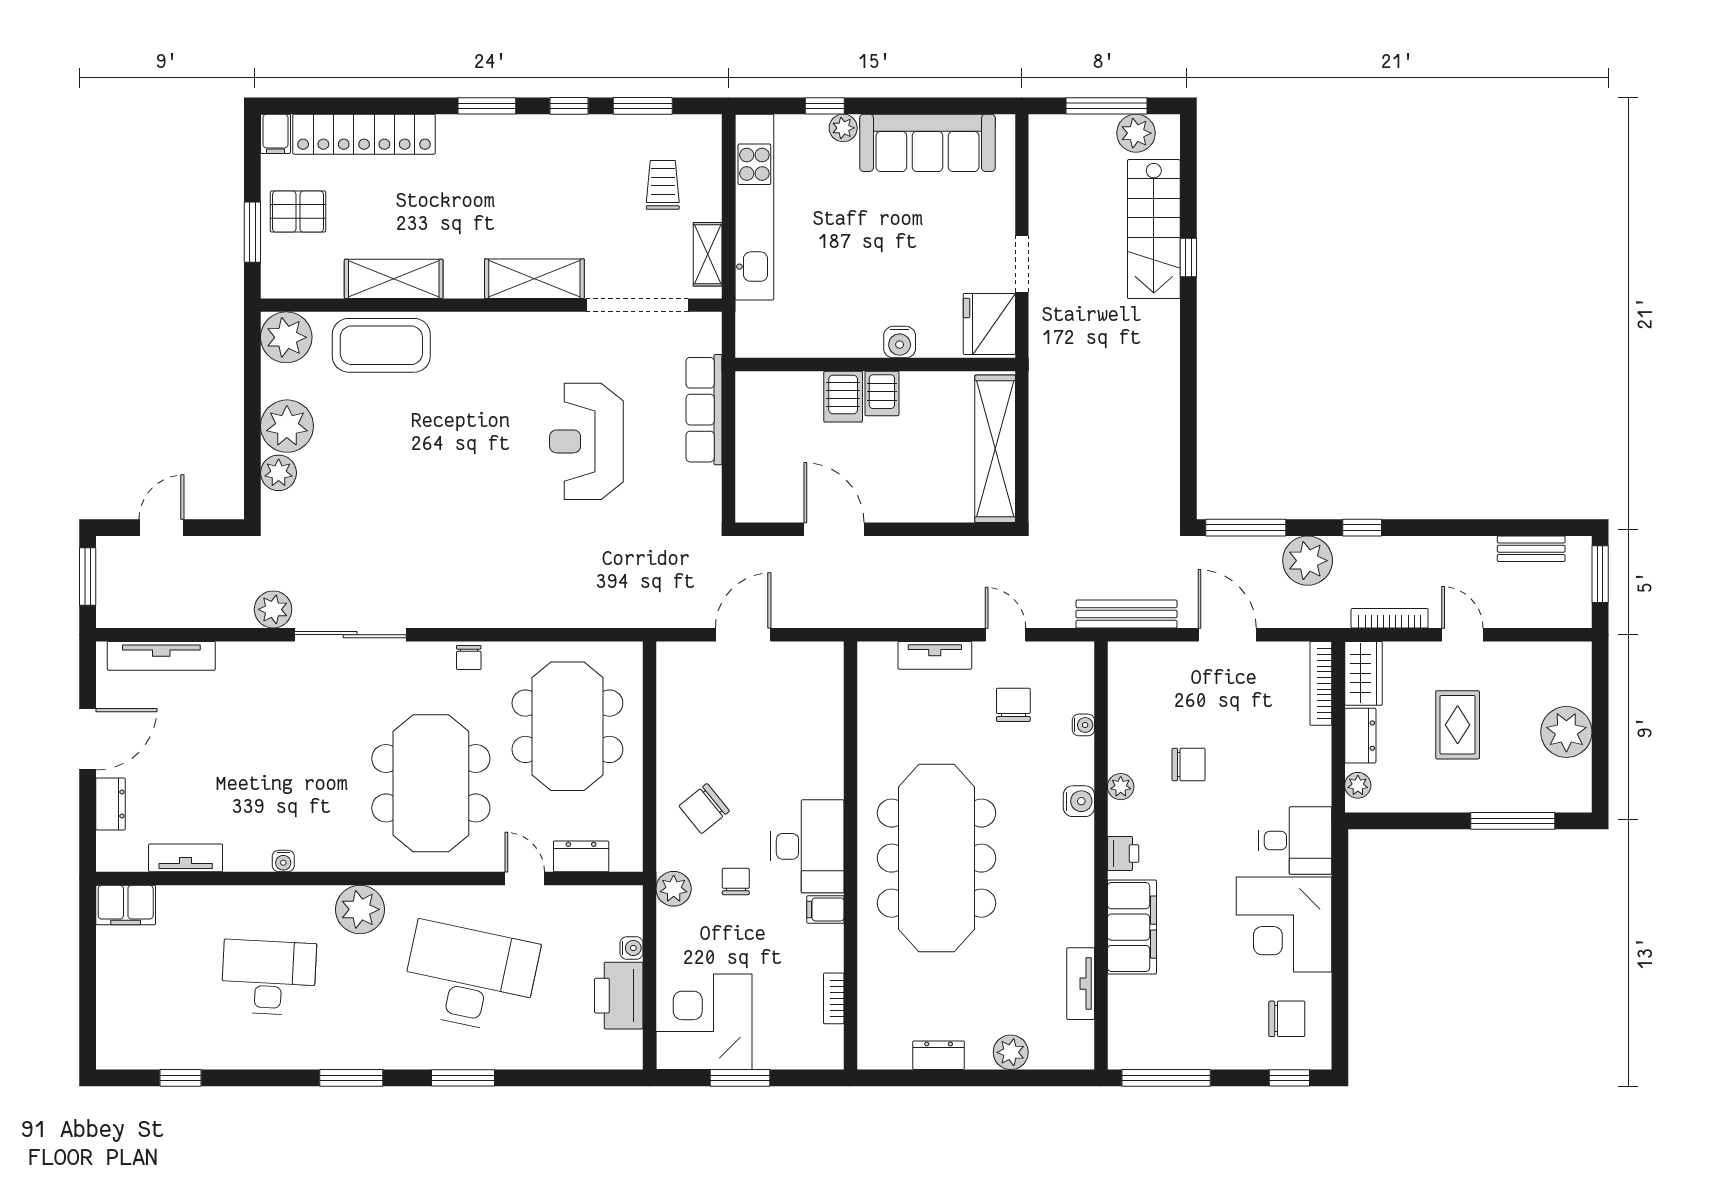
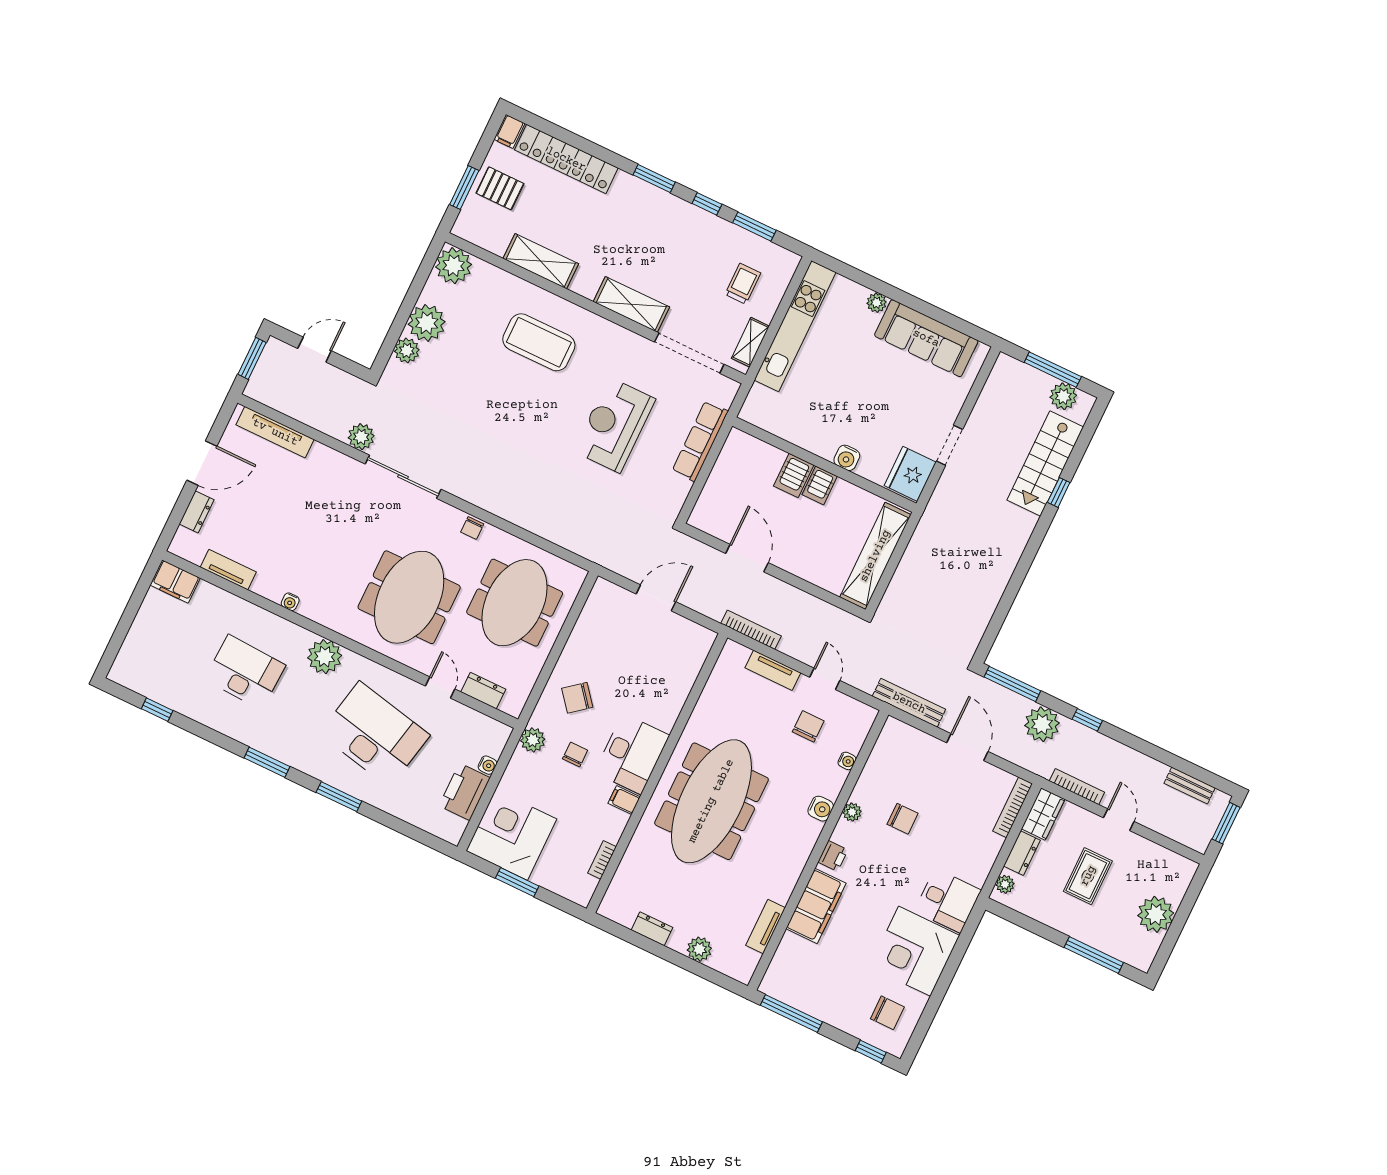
window: (825, 106) -> (872, 283), removed
coffee table: (381, 345) -> (539, 342), moved
bookcase: (883, 617) -> (751, 630), added

